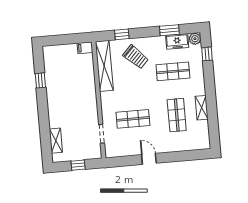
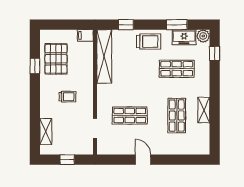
trolley: (136, 57) -> (149, 42), moved, turned -44
pallet: (60, 72) -> (56, 59), added
trolley: (73, 106) -> (67, 97), added

